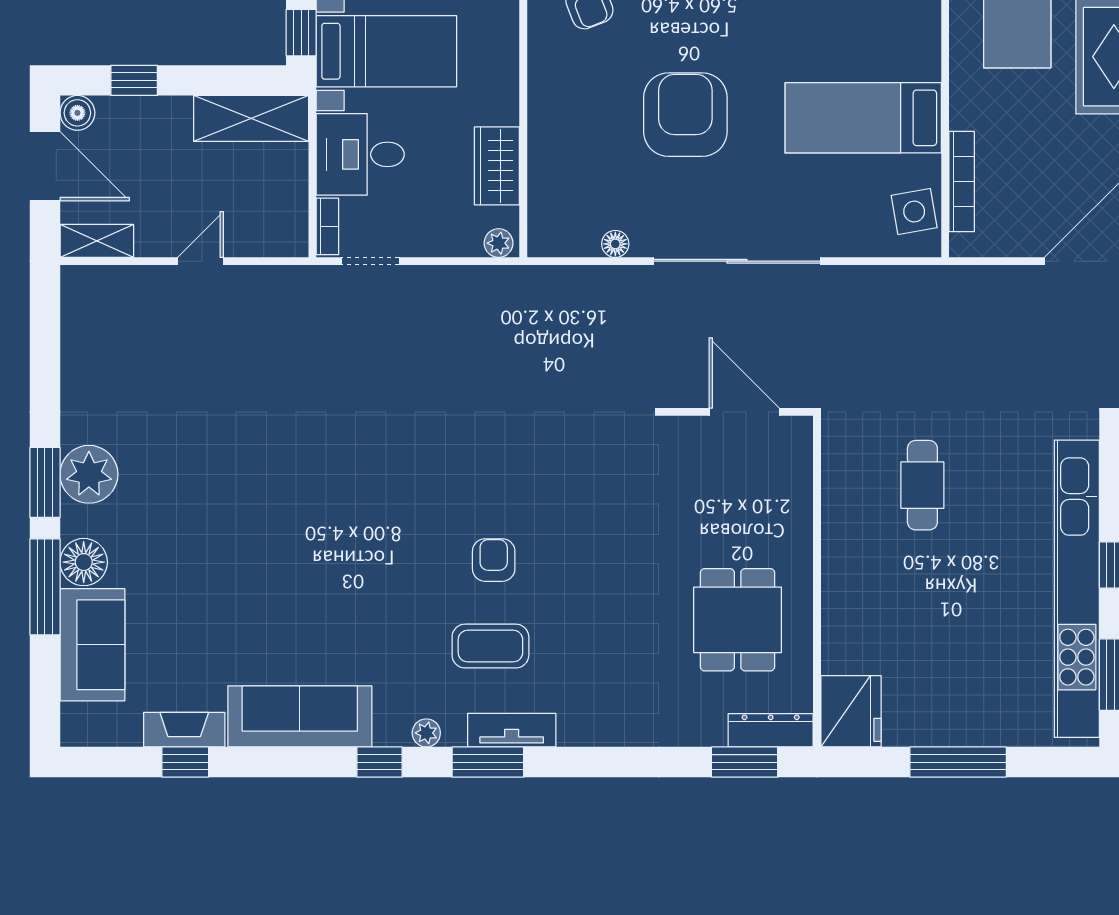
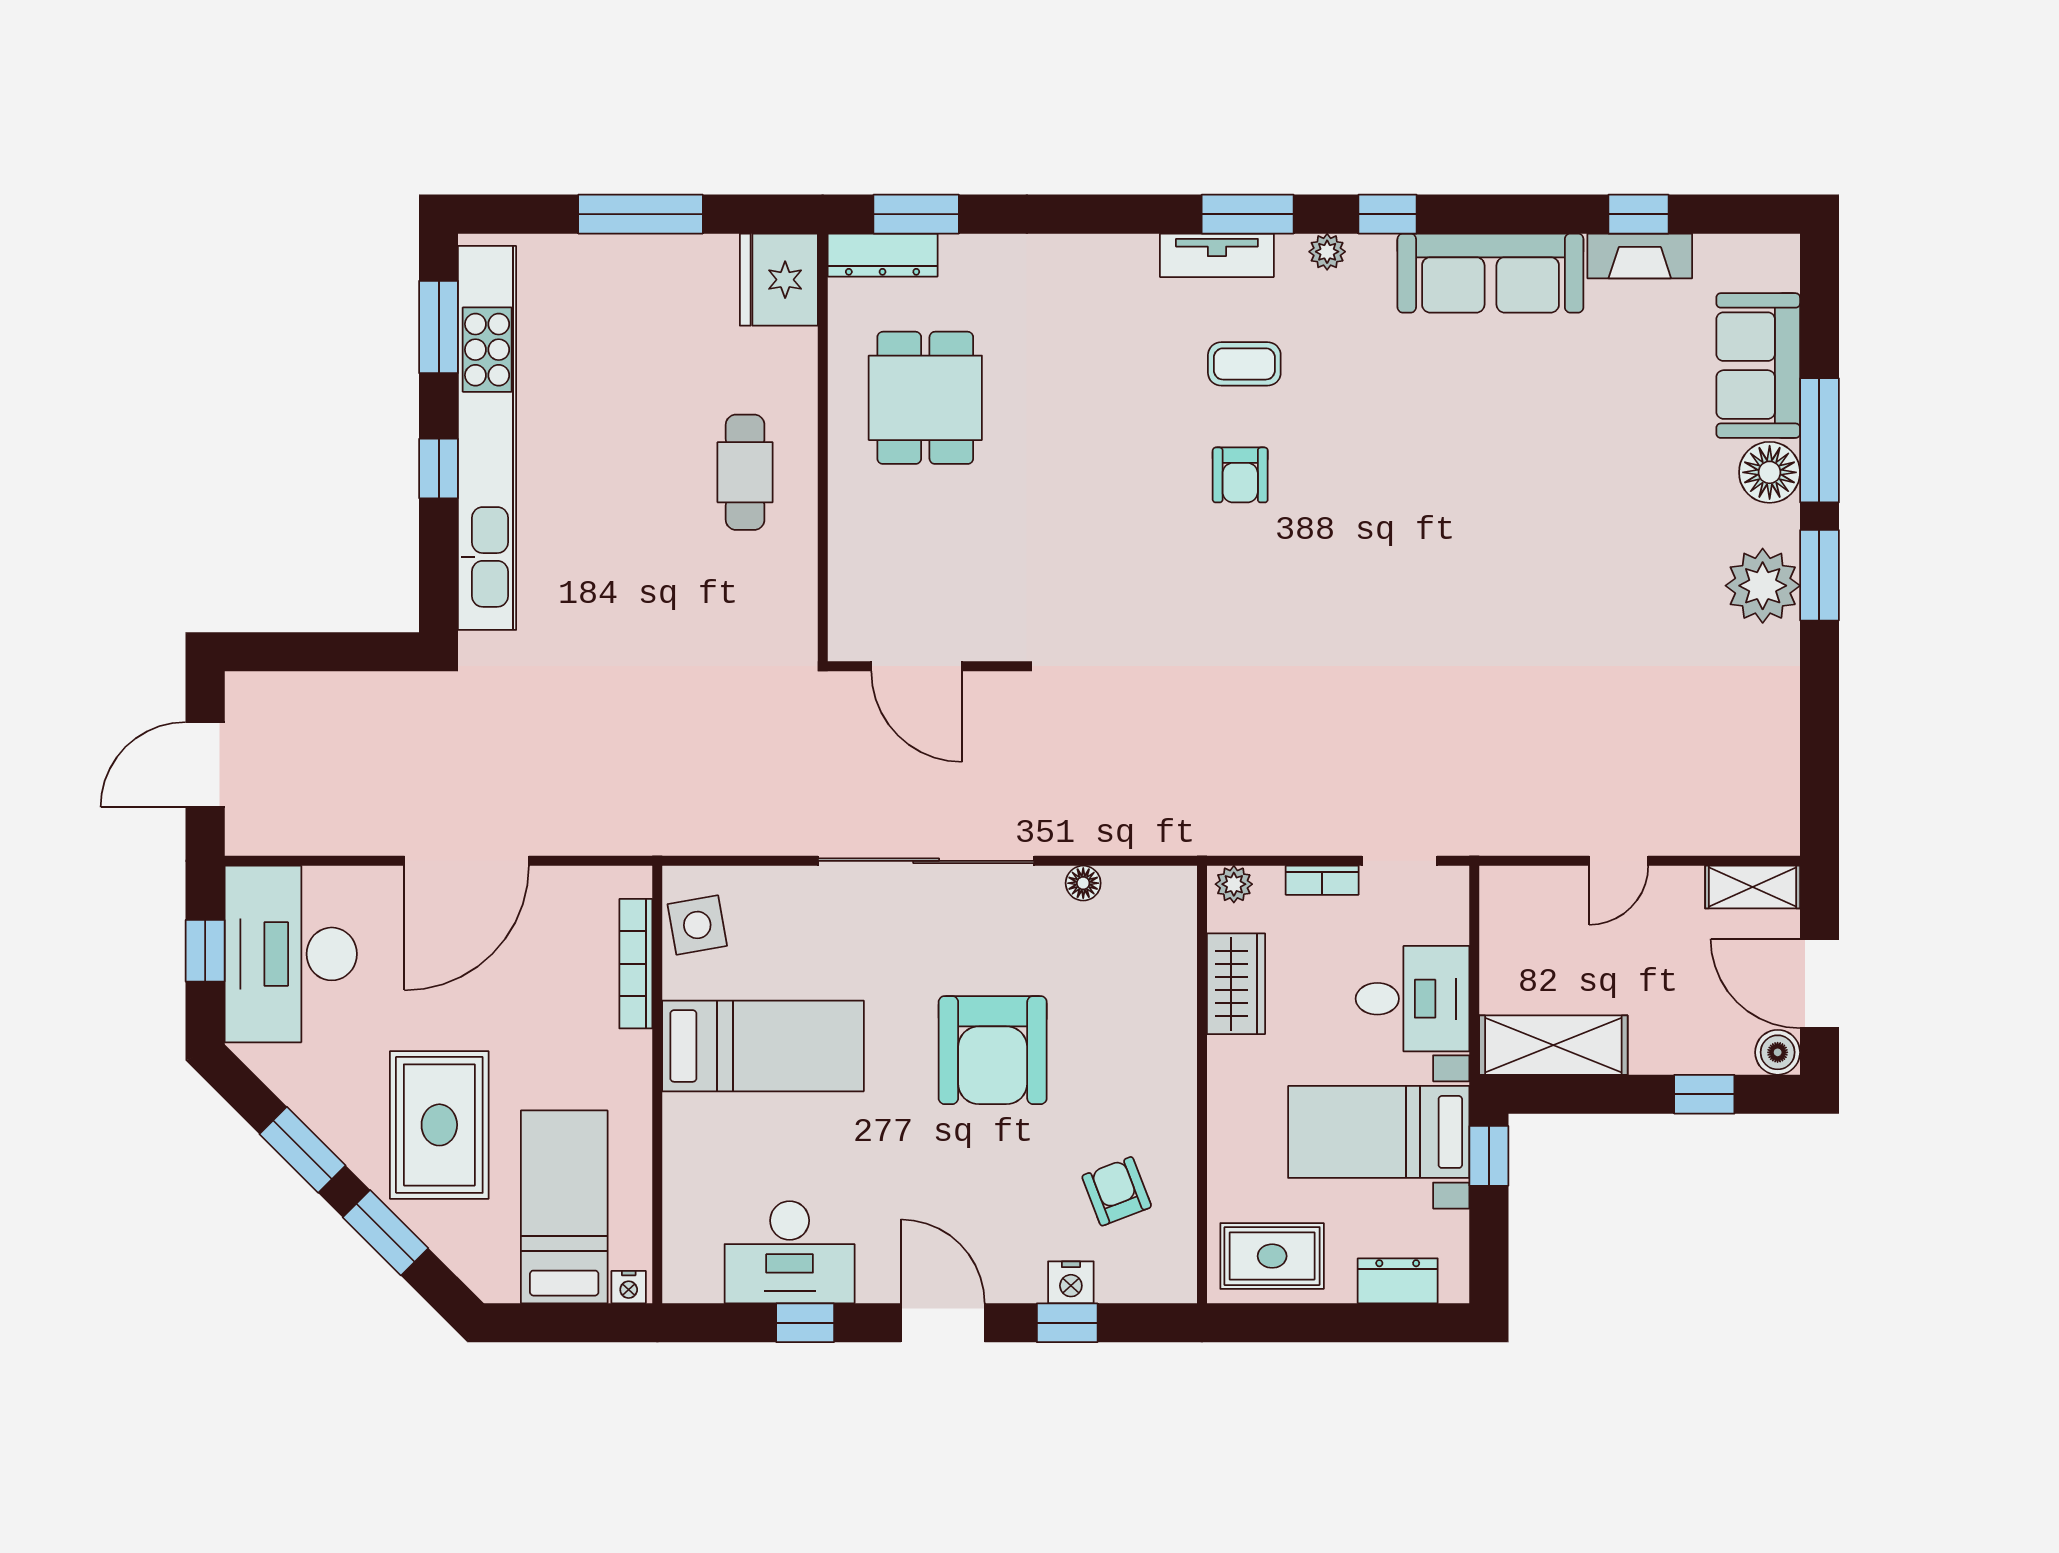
bookcase: (327, 226) -> (1322, 880), moved, turned -90
cafe table: (922, 485) -> (745, 472), moved
coffee table: (490, 646) -> (1244, 364), width x0.73, depth x0.77

